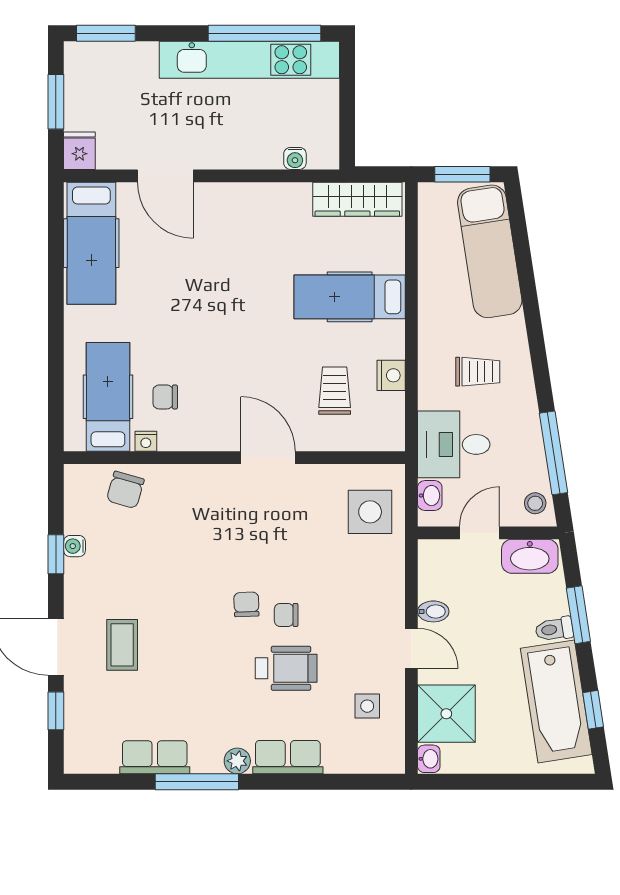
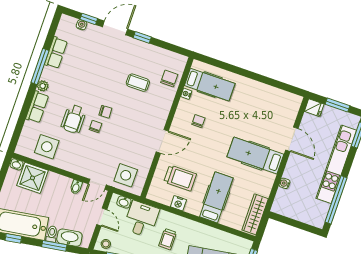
kitchen unit: (249, 60) -> (336, 164), moved
water cooler: (295, 158) -> (284, 183), moved
door: (165, 176) -> (292, 139), swing flipped
hospital bed: (91, 243) -> (255, 156), moved
trolley: (335, 391) -> (180, 178), width x1.36, depth x1.39
chair: (165, 397) -> (198, 121), moved
chair: (125, 490) -> (169, 78), turned 74
water cooler: (74, 546) -> (82, 25), moved
window: (56, 554) -> (142, 37), moved
washbasin: (530, 556) -> (69, 238), moved, turned 81
coffee table: (122, 645) -> (138, 83), moved
door: (411, 648) -> (97, 184), moved
side table: (367, 706) -> (47, 147), width x1.87, depth x1.87

